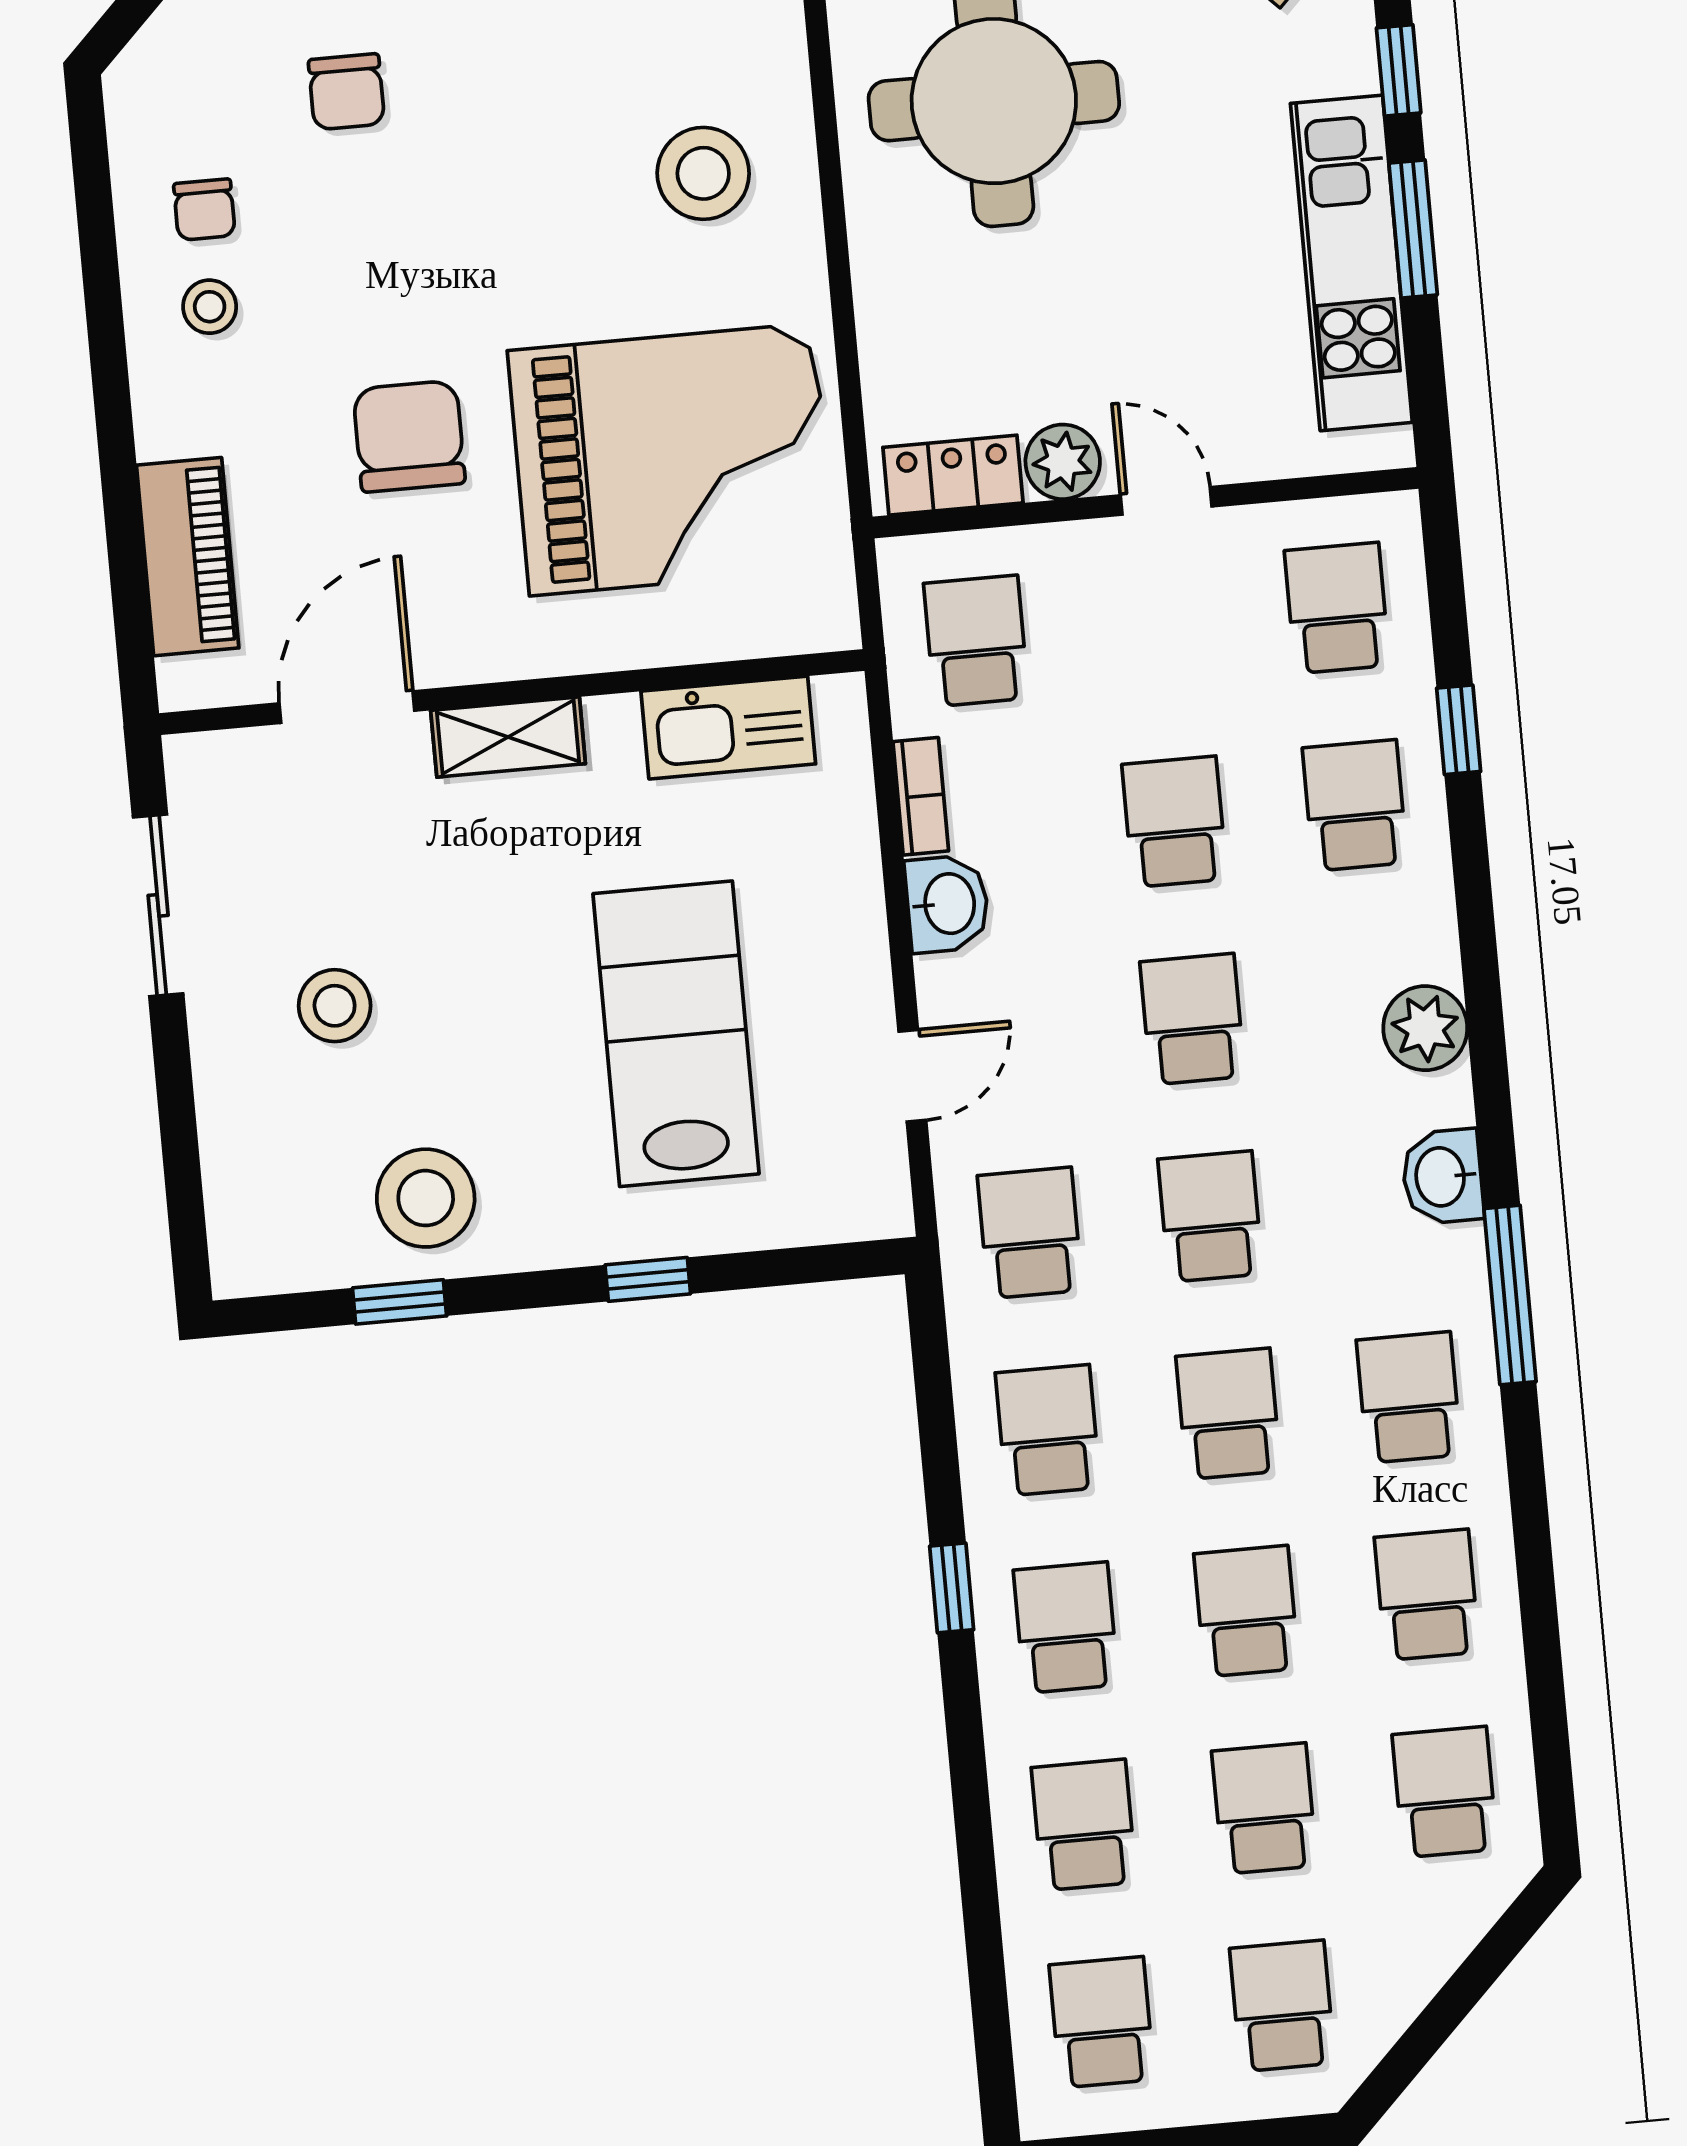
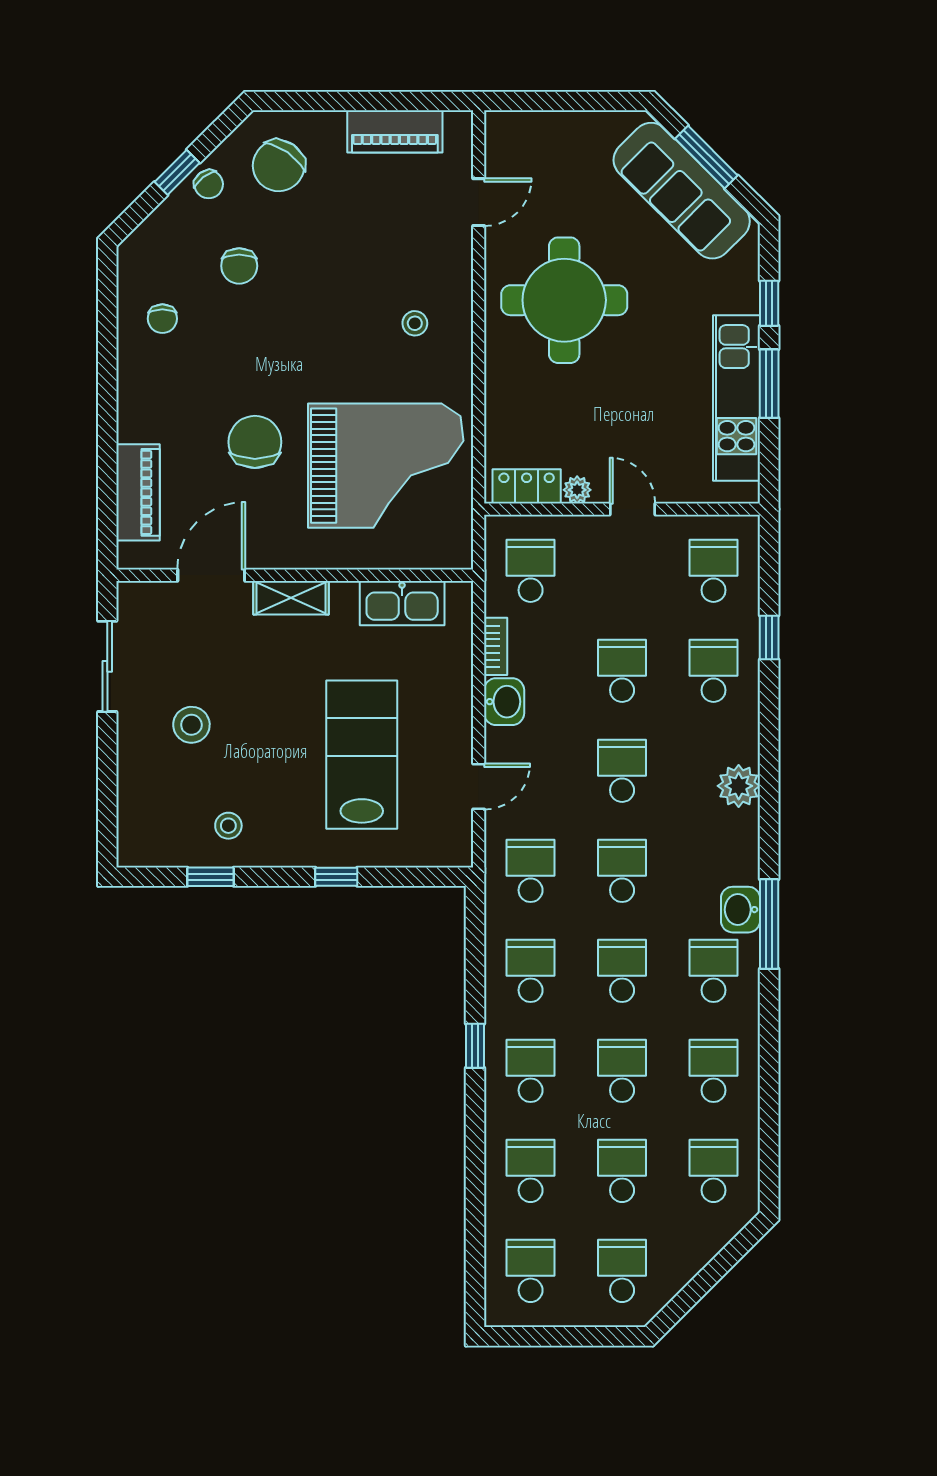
stool: (703, 173) -> (415, 323), width x0.53, depth x0.53
stool: (210, 307) -> (161, 368), removed
plant: (1063, 462) -> (577, 490), width x0.73, depth x0.73
washbasin: (1442, 1177) -> (740, 910), moved
stool: (426, 1198) -> (228, 826), width x0.53, depth x0.53

